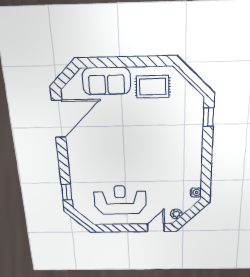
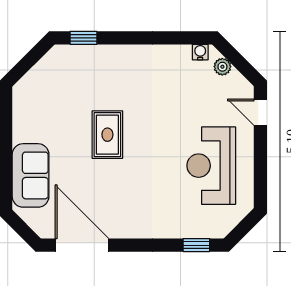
rug: (153, 87) -> (107, 135), moved
plant: (176, 214) -> (222, 67), moved

